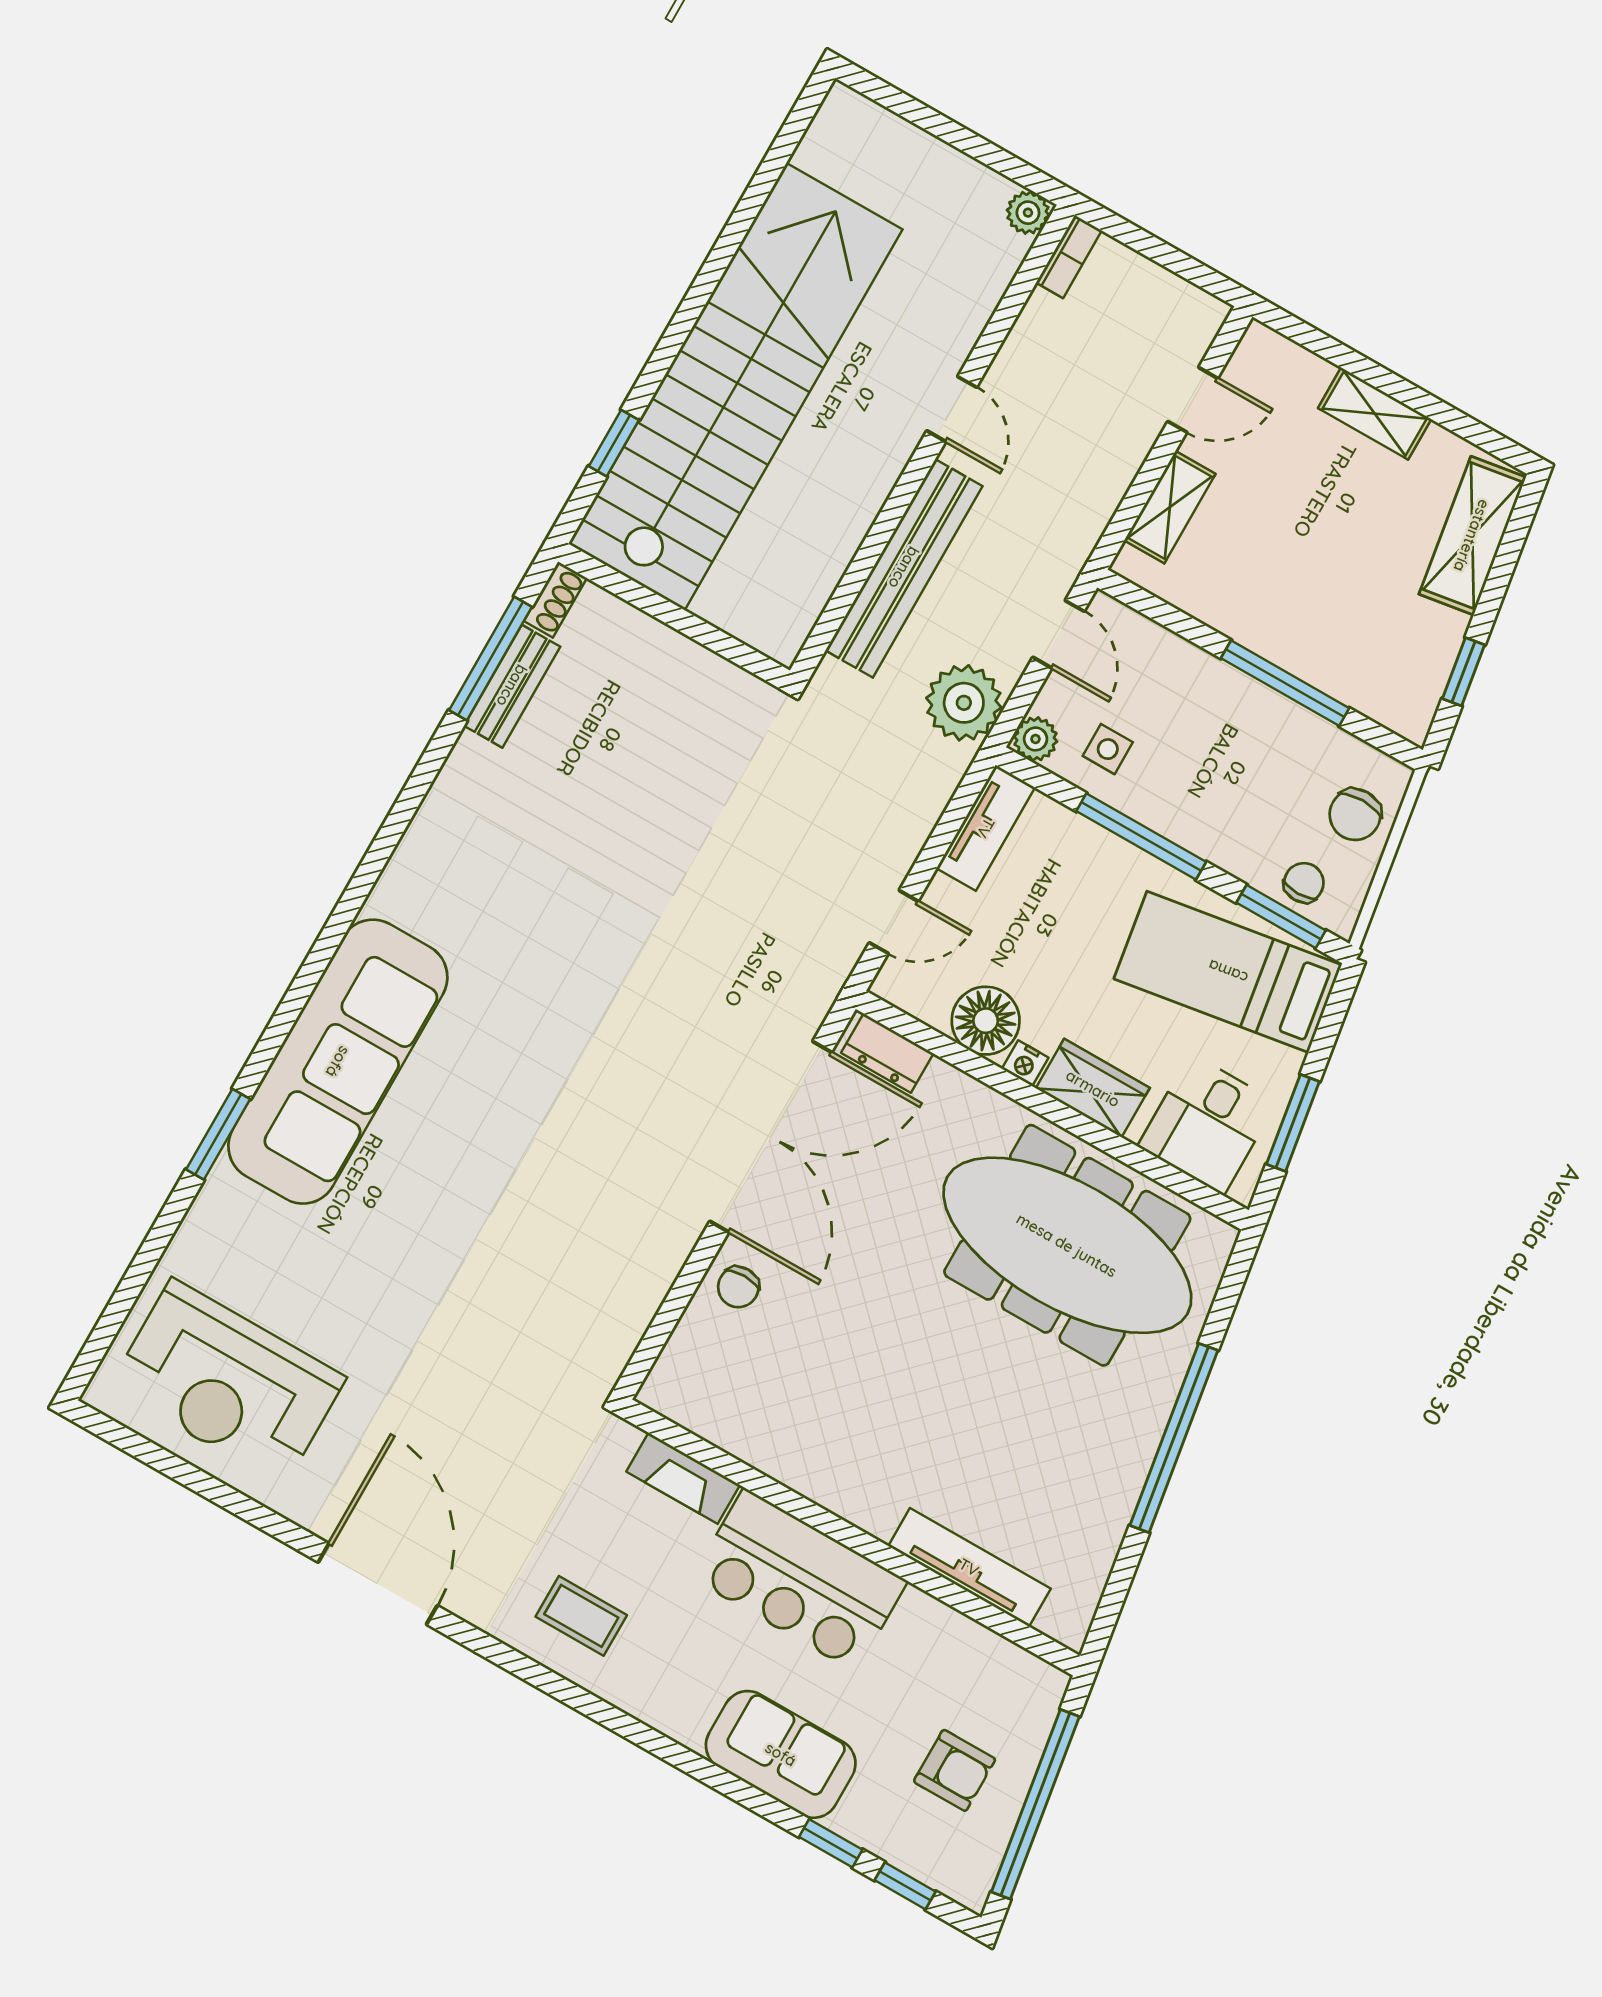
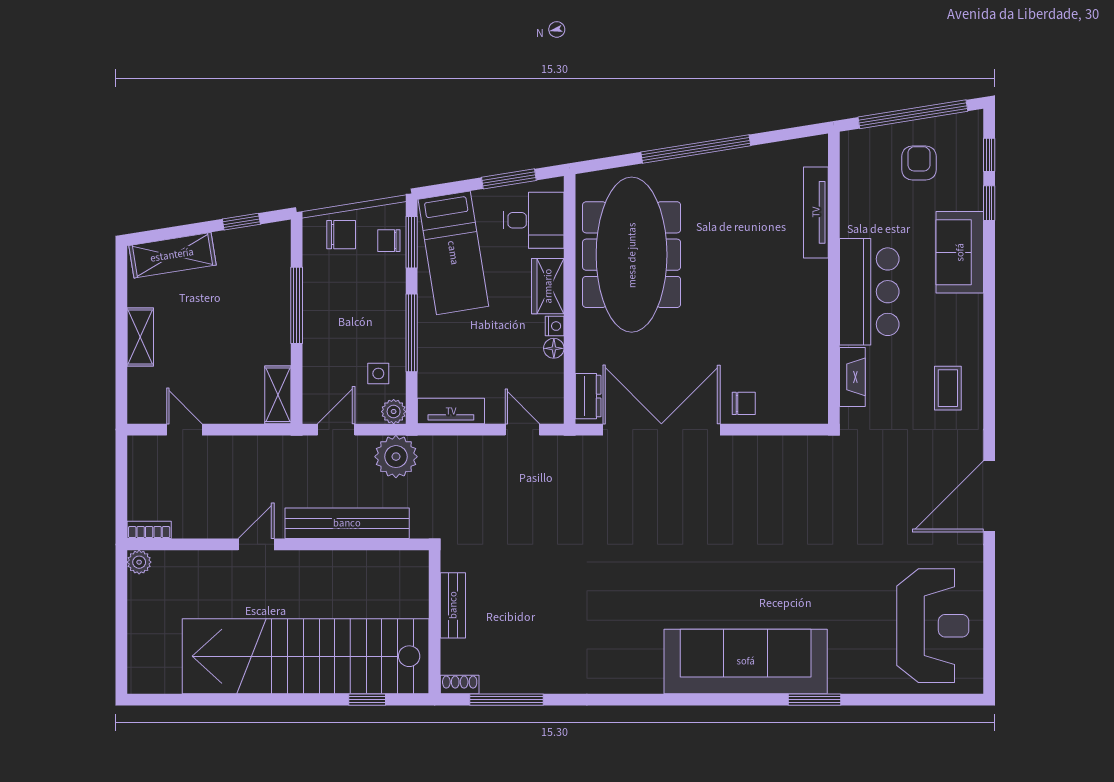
shelving: (1170, 507) -> (278, 395), moved, turned 90
bench: (512, 686) -> (453, 605), moved, turned 90
floor lamp: (986, 1021) -> (554, 348), width x0.53, depth x0.53

